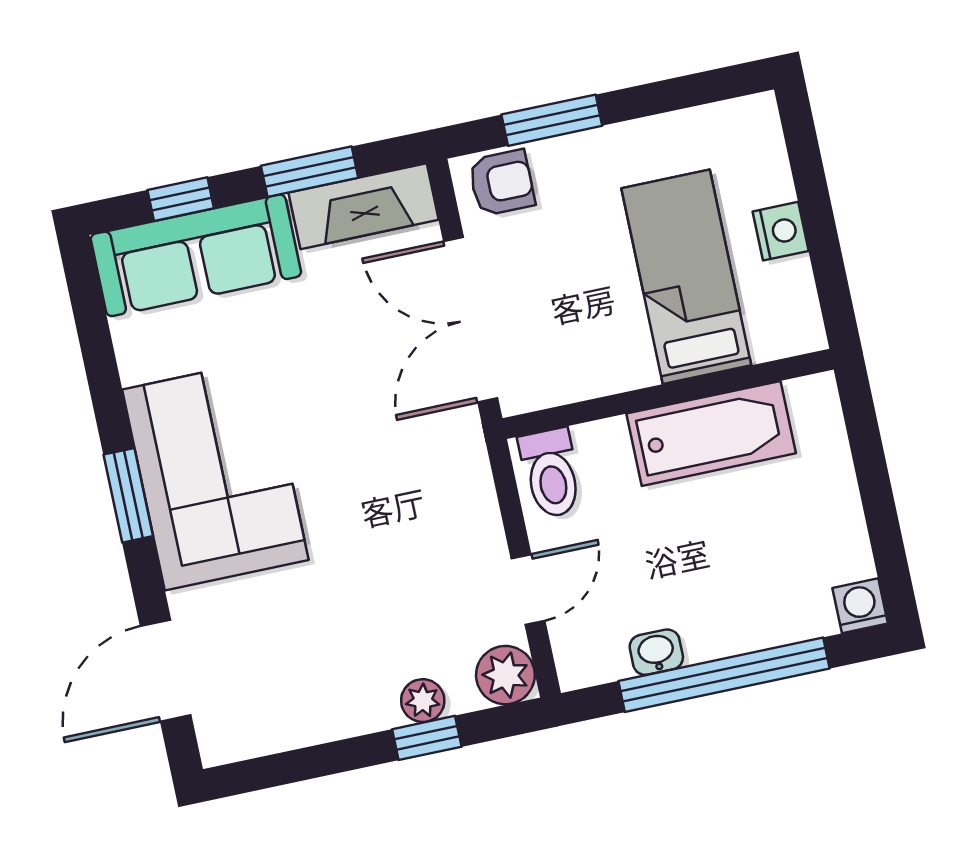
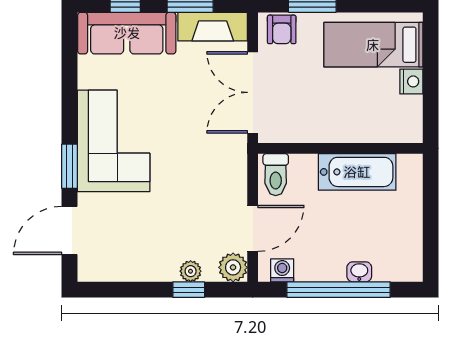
armchair: (502, 183) -> (282, 29), turned 90
bed: (686, 277) -> (373, 45), moved, turned -90
window: (128, 495) -> (70, 166), moved
door: (528, 589) -> (253, 228), width x1.38
washing machine: (860, 606) -> (282, 270), moved
washbasin: (656, 652) -> (359, 272), moved

